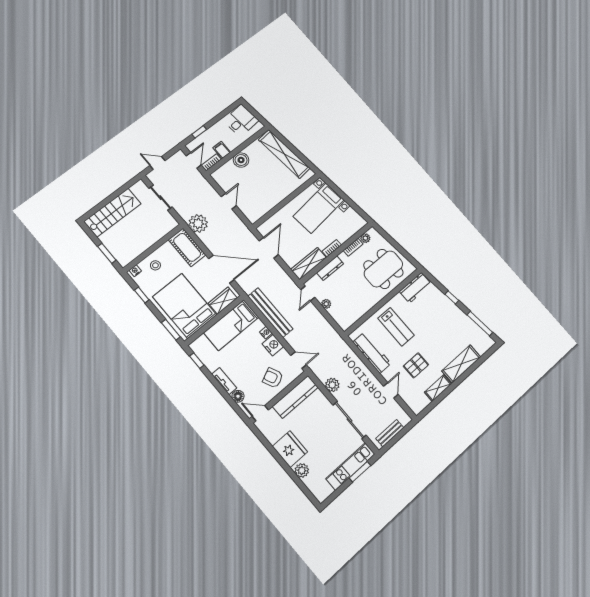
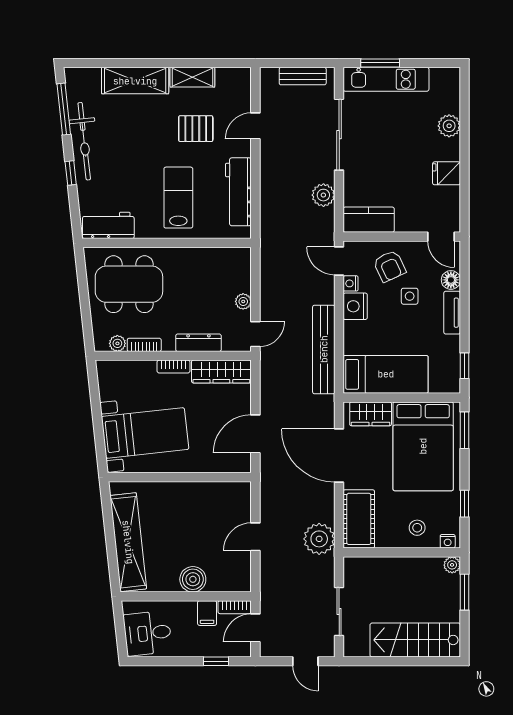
plant: (124, 261) -> (452, 565), added
bicycle: (459, 317) -> (84, 141), added
nightstand: (266, 333) -> (351, 283), moved
side table: (251, 372) -> (410, 296), added
kitchen counter: (295, 397) -> (369, 220), width x0.67
fridge: (290, 449) -> (447, 173), width x0.53, depth x0.75

